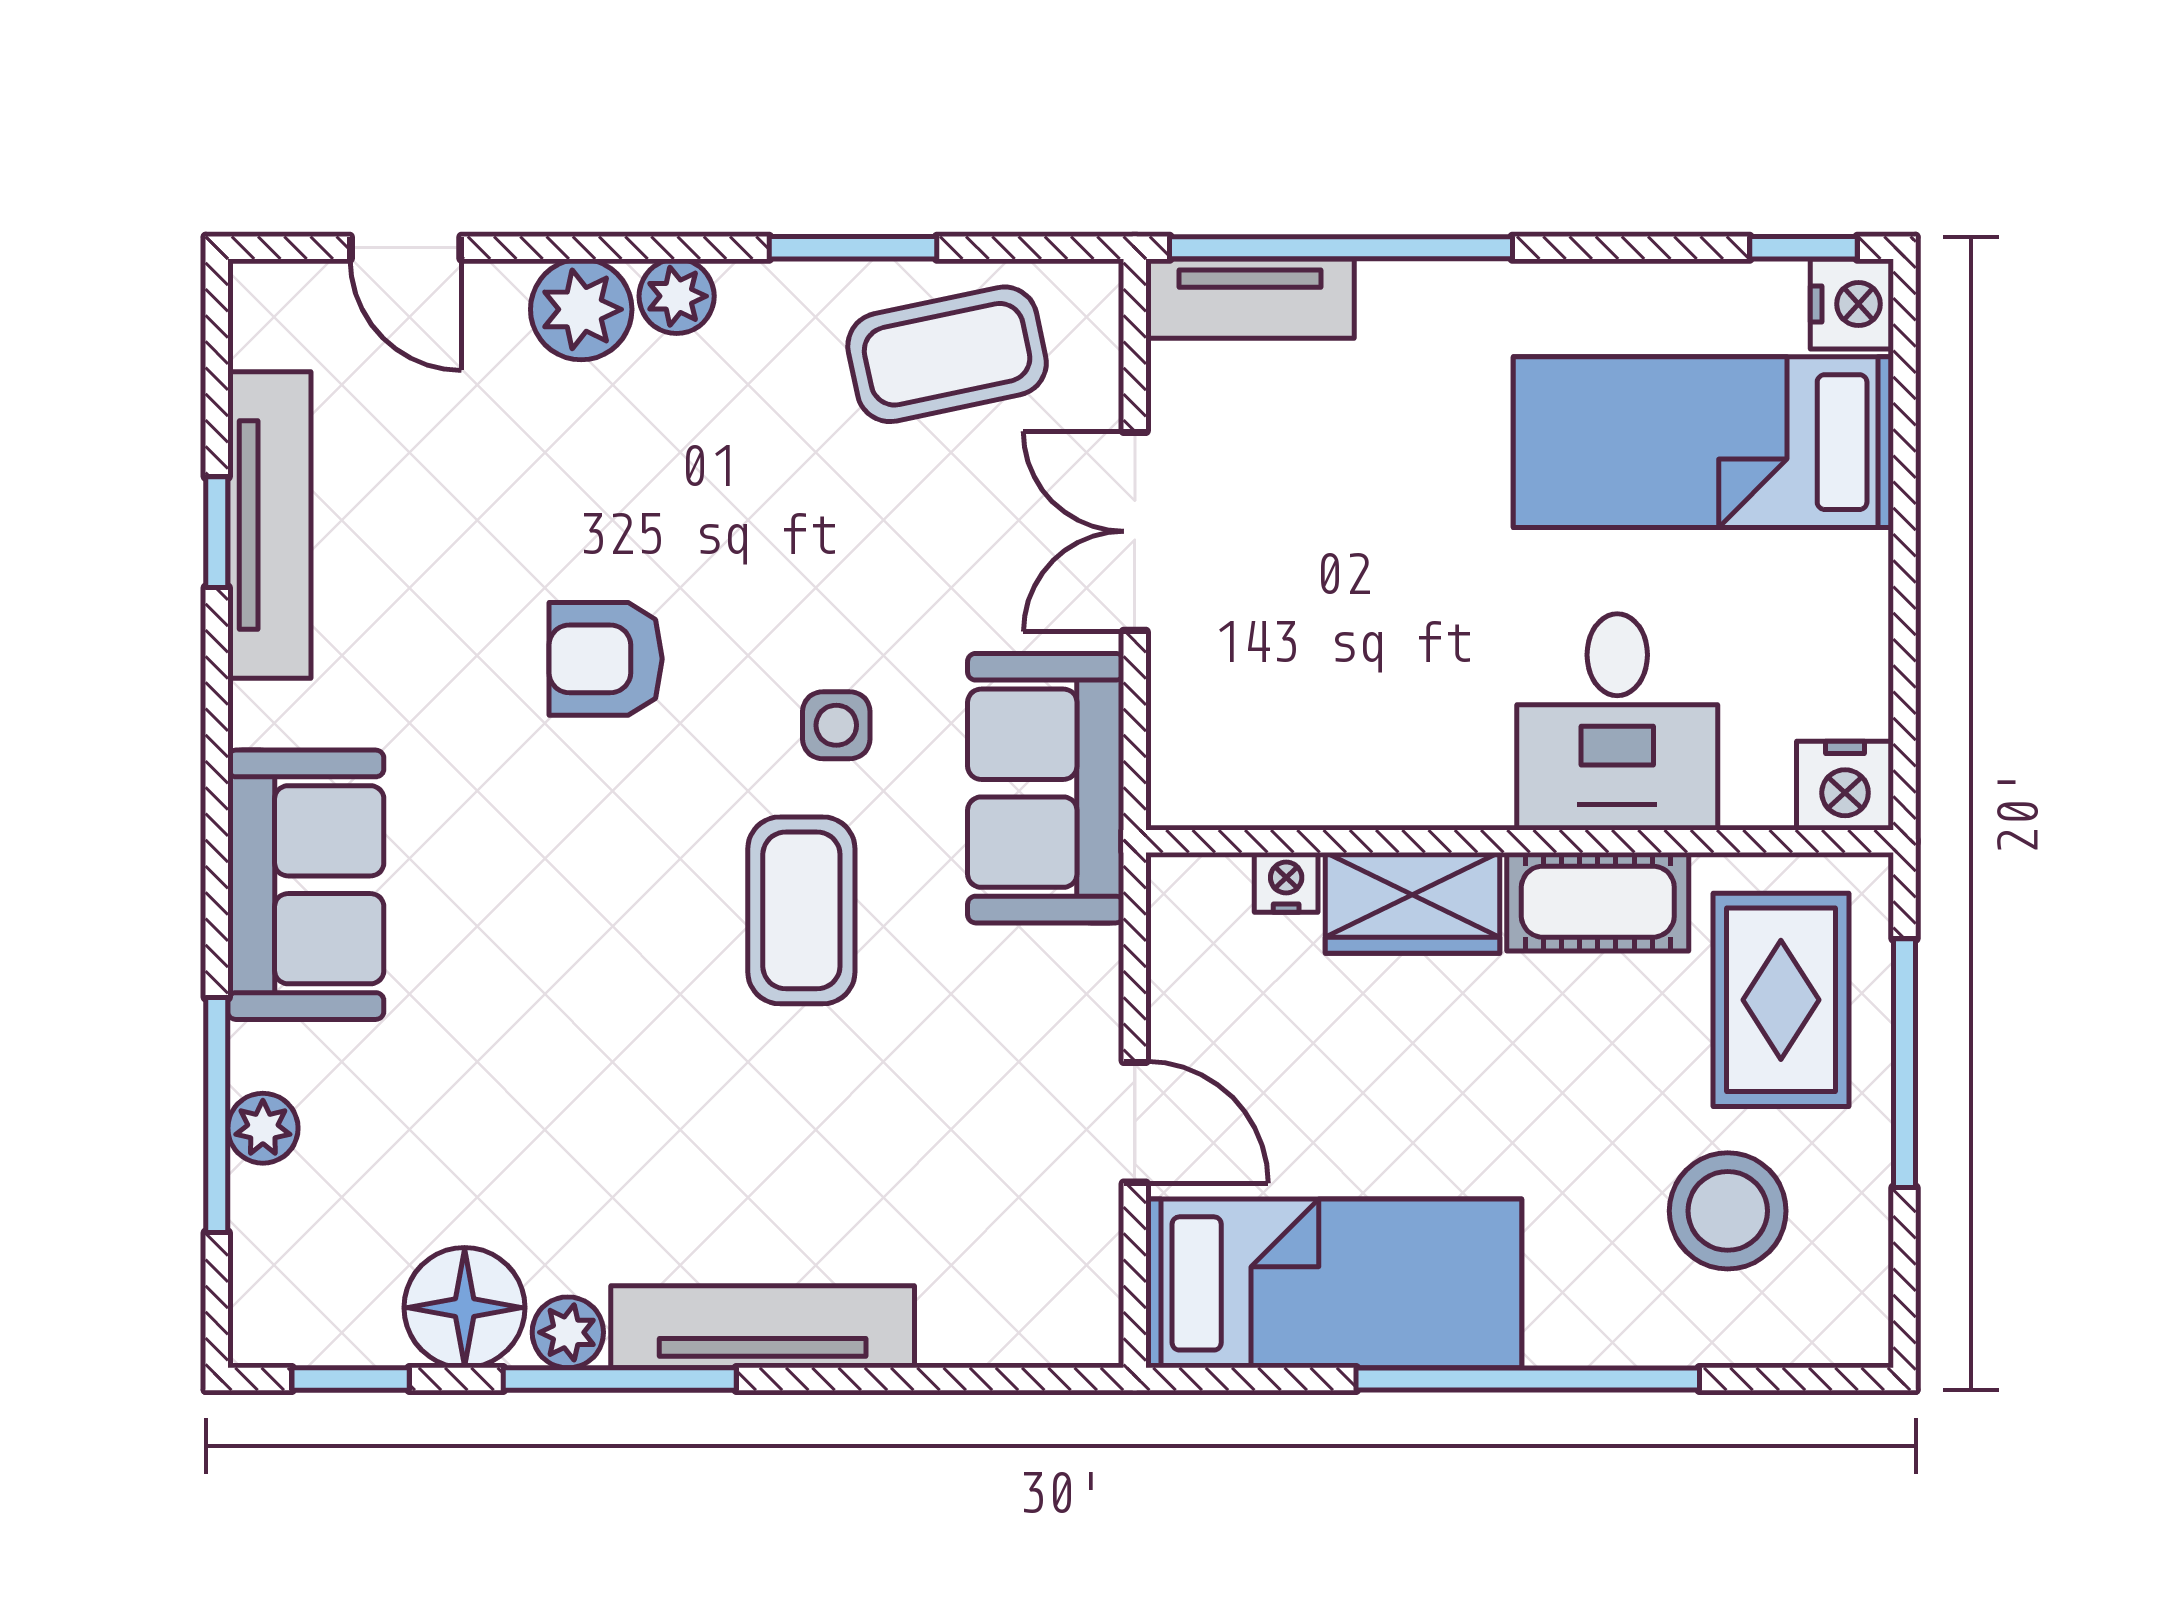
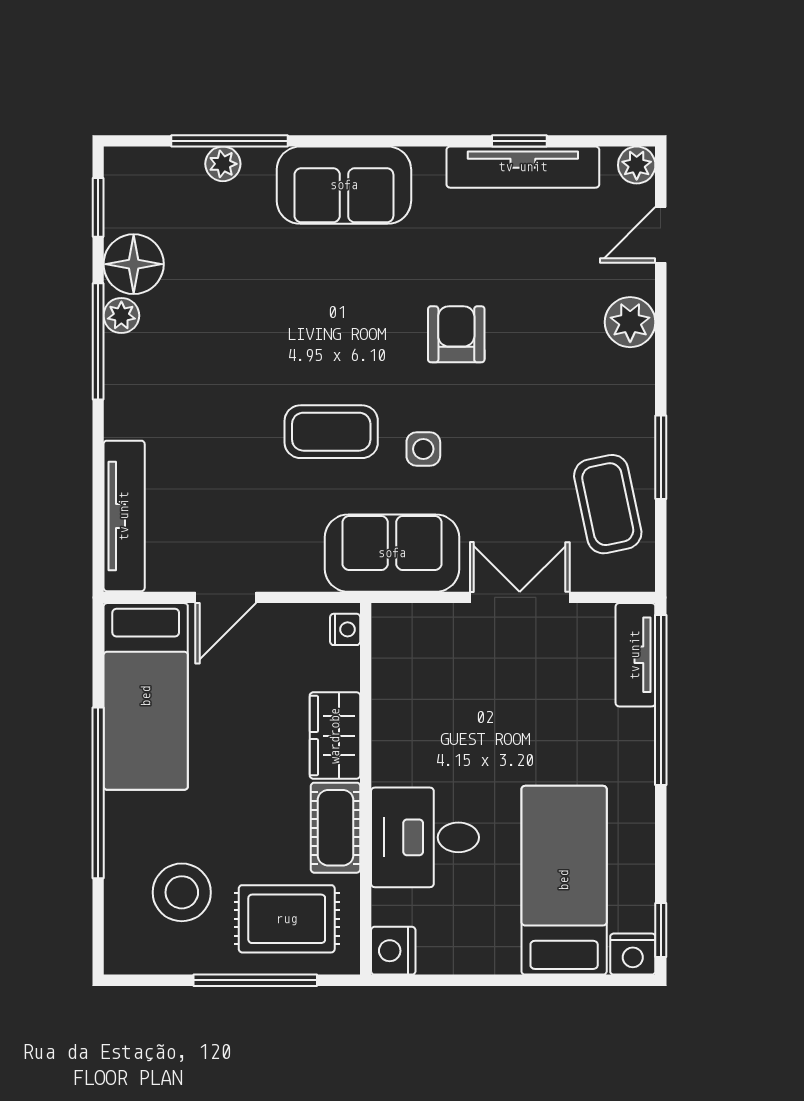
plant: (677, 296) -> (637, 165), moved
nightstand: (1286, 882) -> (345, 629), moved
tv unit: (763, 1327) -> (124, 516), moved

